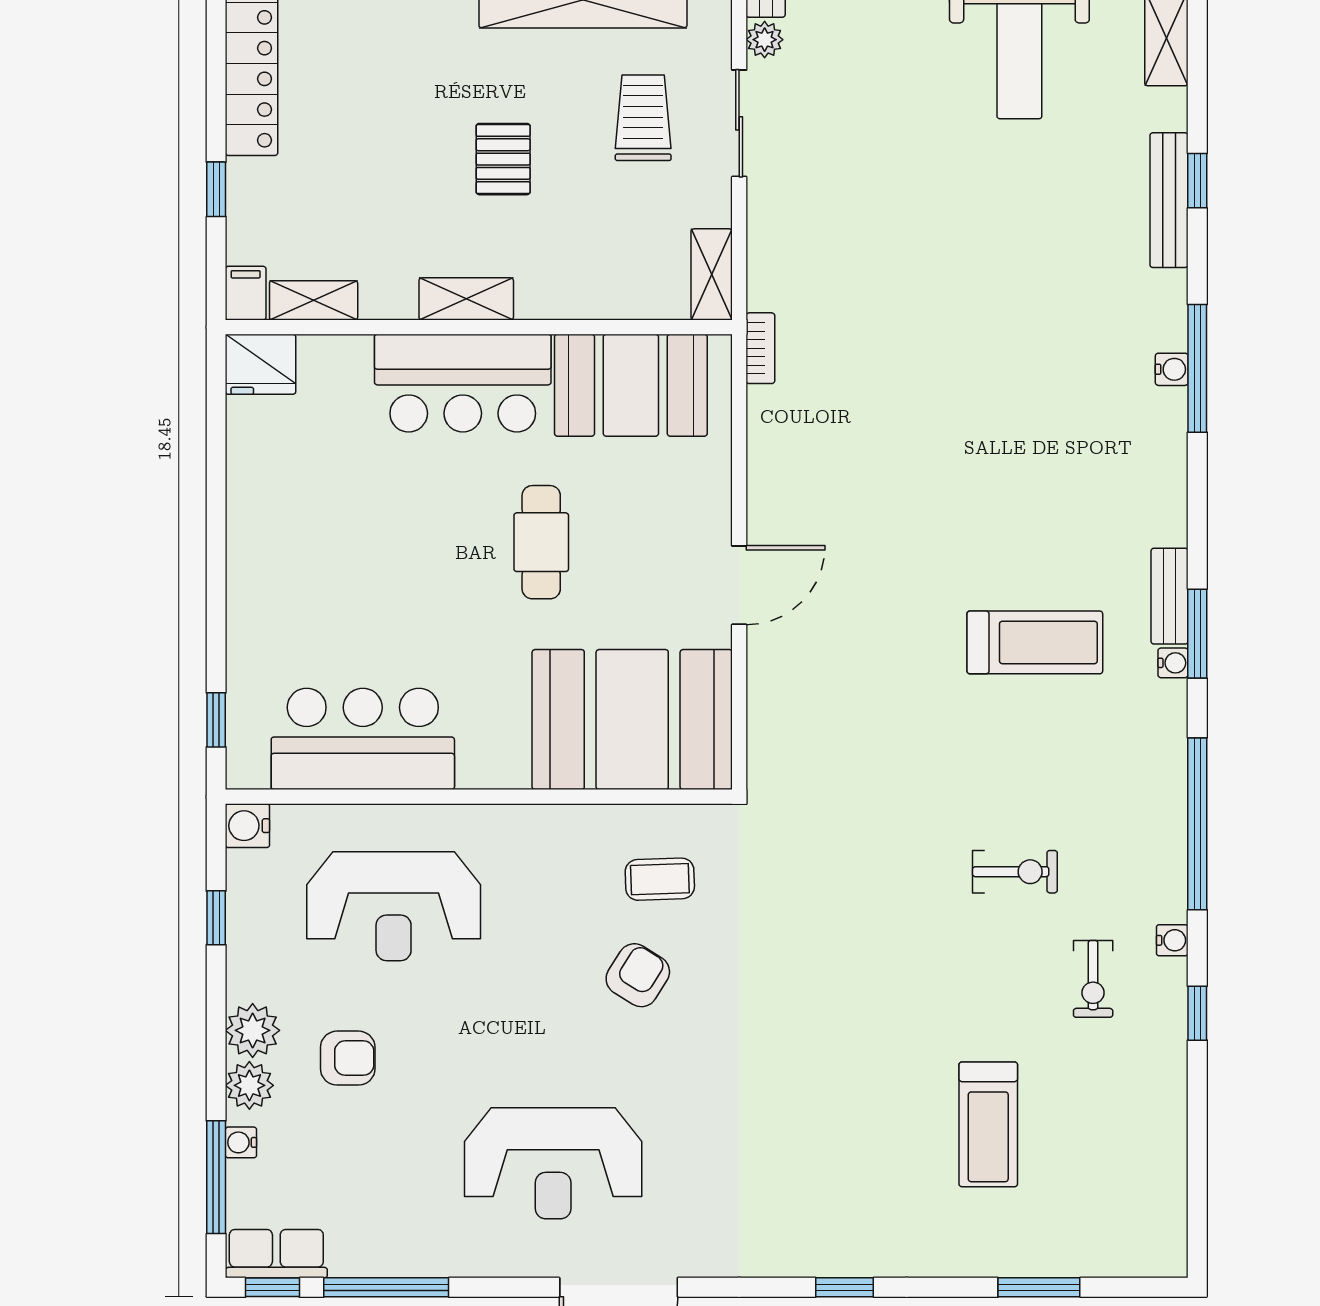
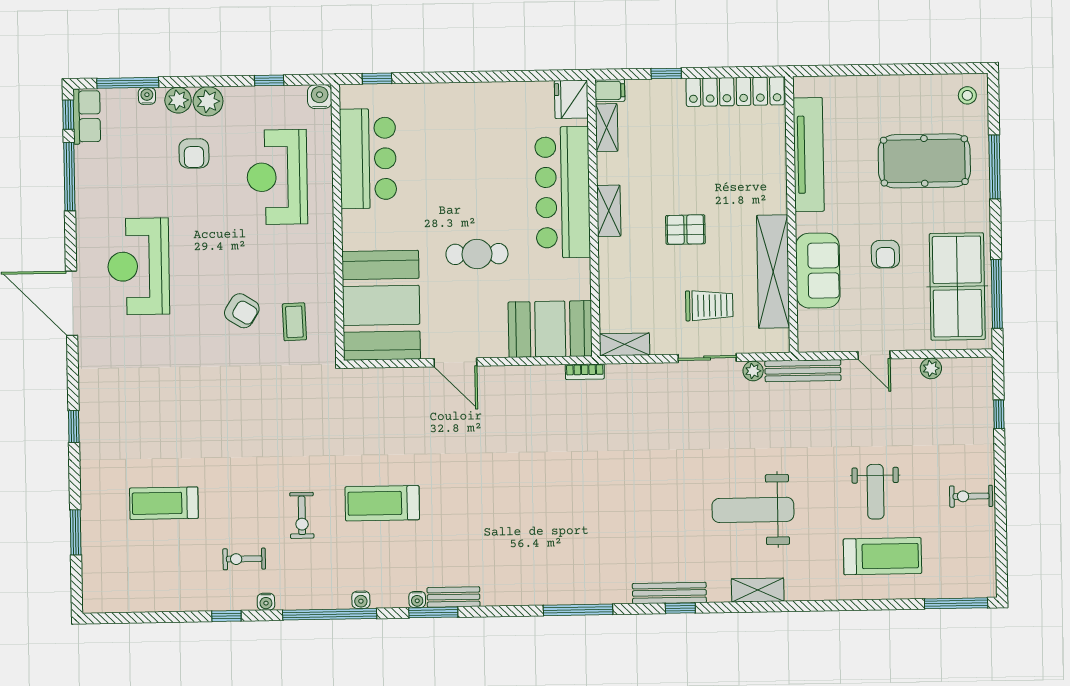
water cooler: (1172, 369) -> (361, 600), moved
bar counter: (463, 383) -> (563, 192), width x1.36
booth: (631, 385) -> (550, 329), moved, turned 90
treadmill: (1035, 642) -> (382, 503), moved, turned 90

